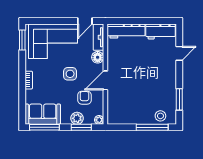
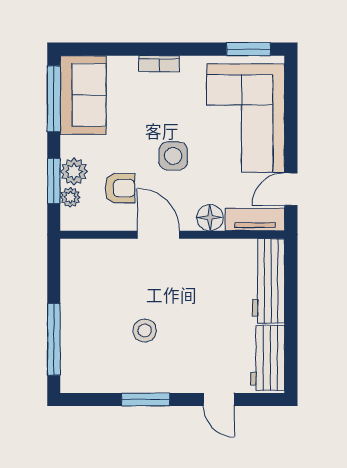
door: (85, 21) -> (291, 189), hinge flipped
window: (179, 99) -> (146, 400), moved
stool: (160, 116) -> (145, 331), moved
plant: (99, 120) -> (70, 197), moved

